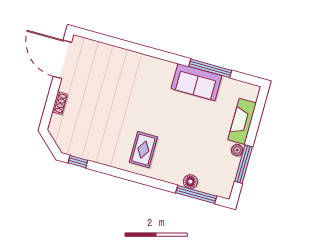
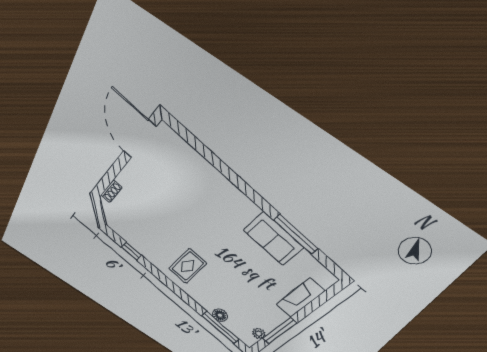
shoe rack: (60, 103) -> (112, 191), moved
plant: (237, 150) -> (259, 333), moved
window: (78, 162) -> (131, 251), moved

